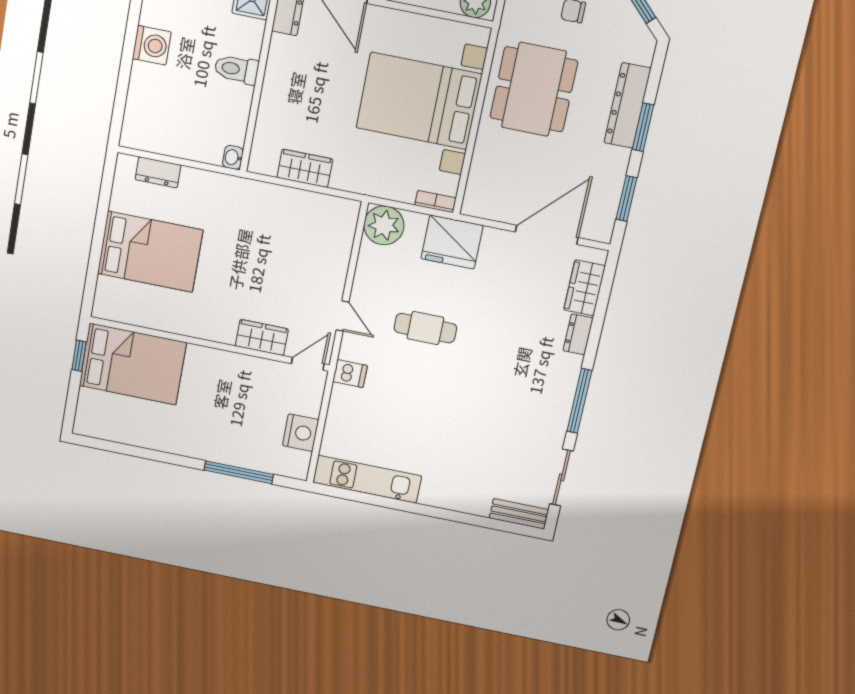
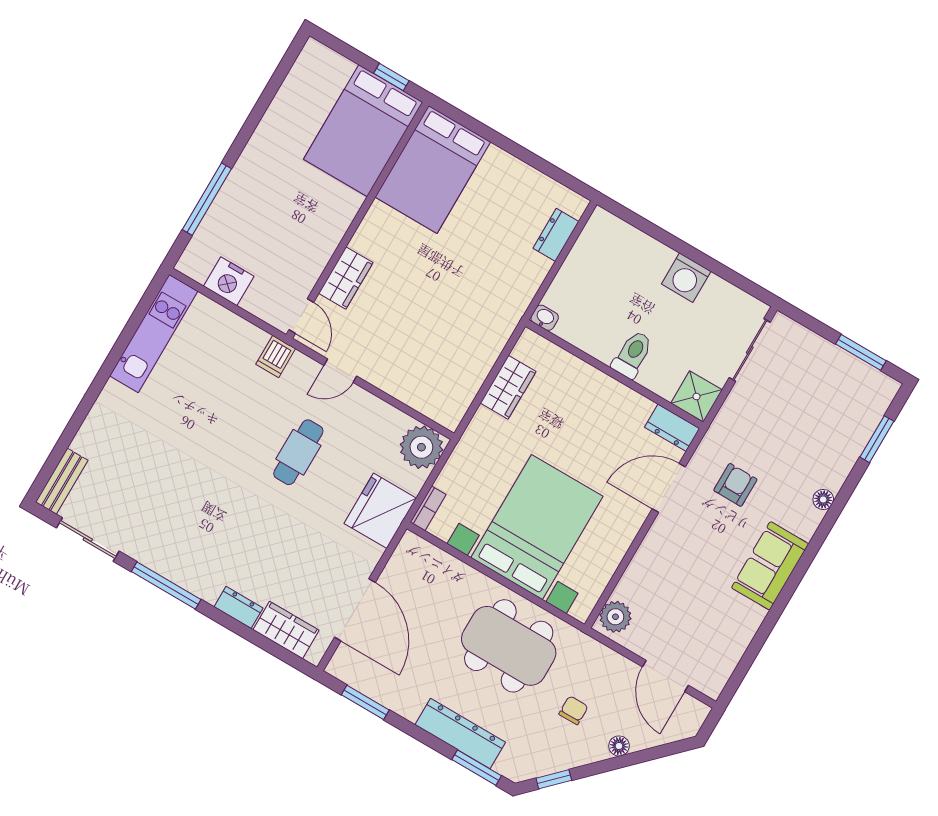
window: (643, 127) -> (477, 768), moved
bed: (150, 252) -> (433, 170), moved

